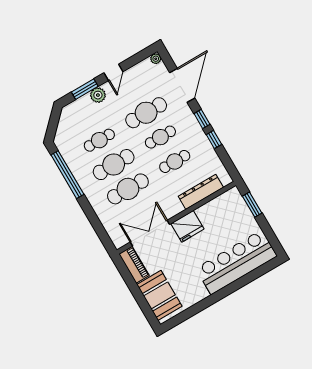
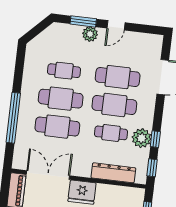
plant: (156, 59) -> (142, 138), moved, width x1.87, depth x1.87
window: (202, 119) -> (152, 168), moved
cafe table: (160, 137) -> (114, 105), width x1.37, depth x1.35
window: (67, 175) -> (13, 118), moved

